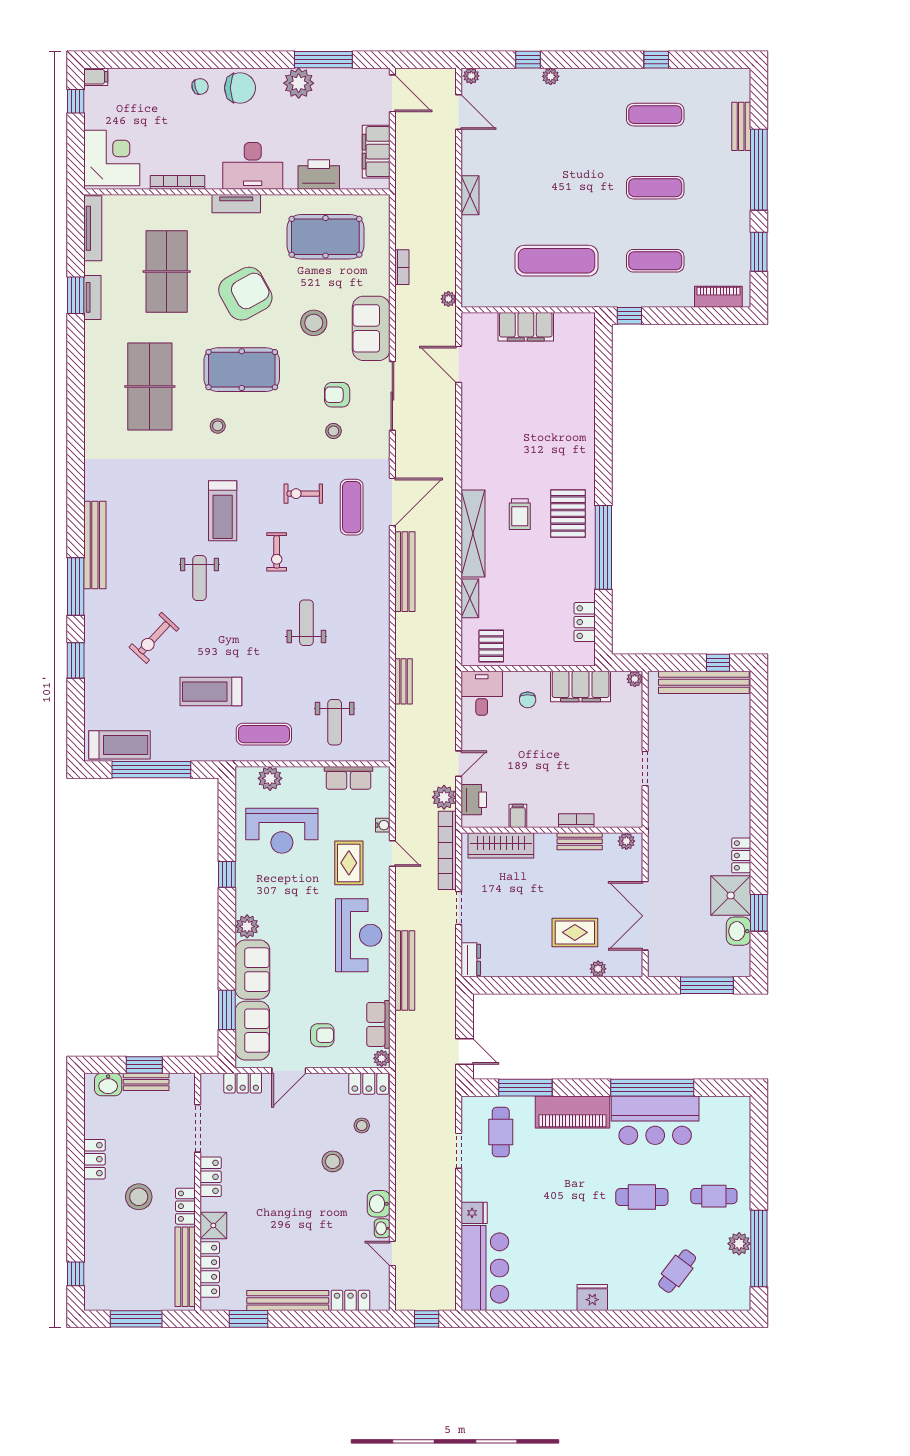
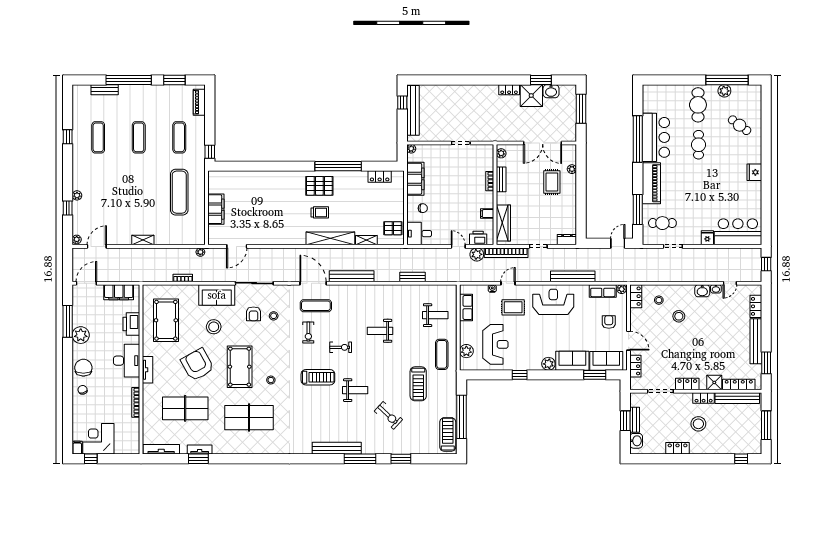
corner desk: (112, 158) -> (98, 439), moved
cafe table: (714, 1196) -> (698, 105), width x1.37, depth x1.35

